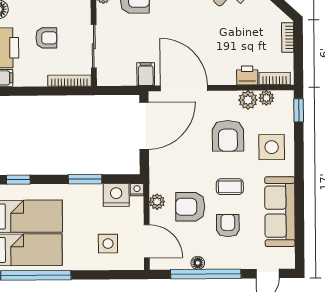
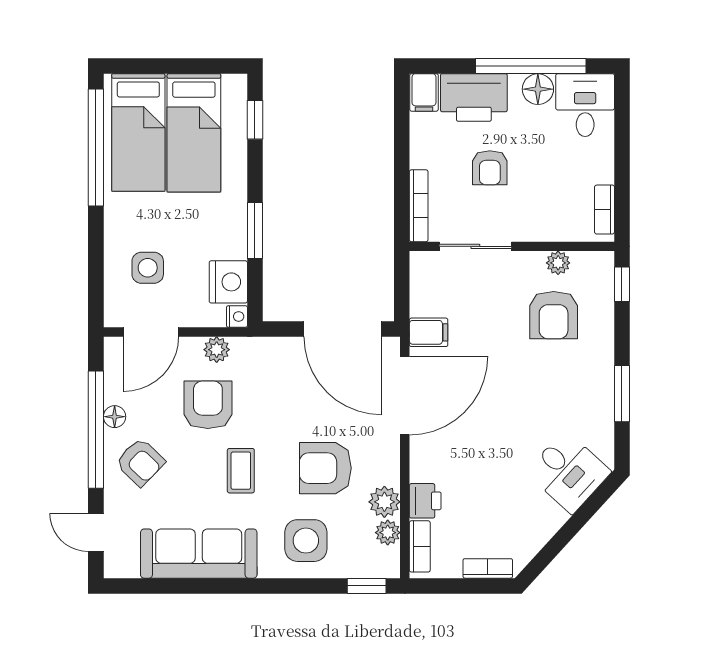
armchair: (228, 226) -> (140, 462), moved, turned 44

